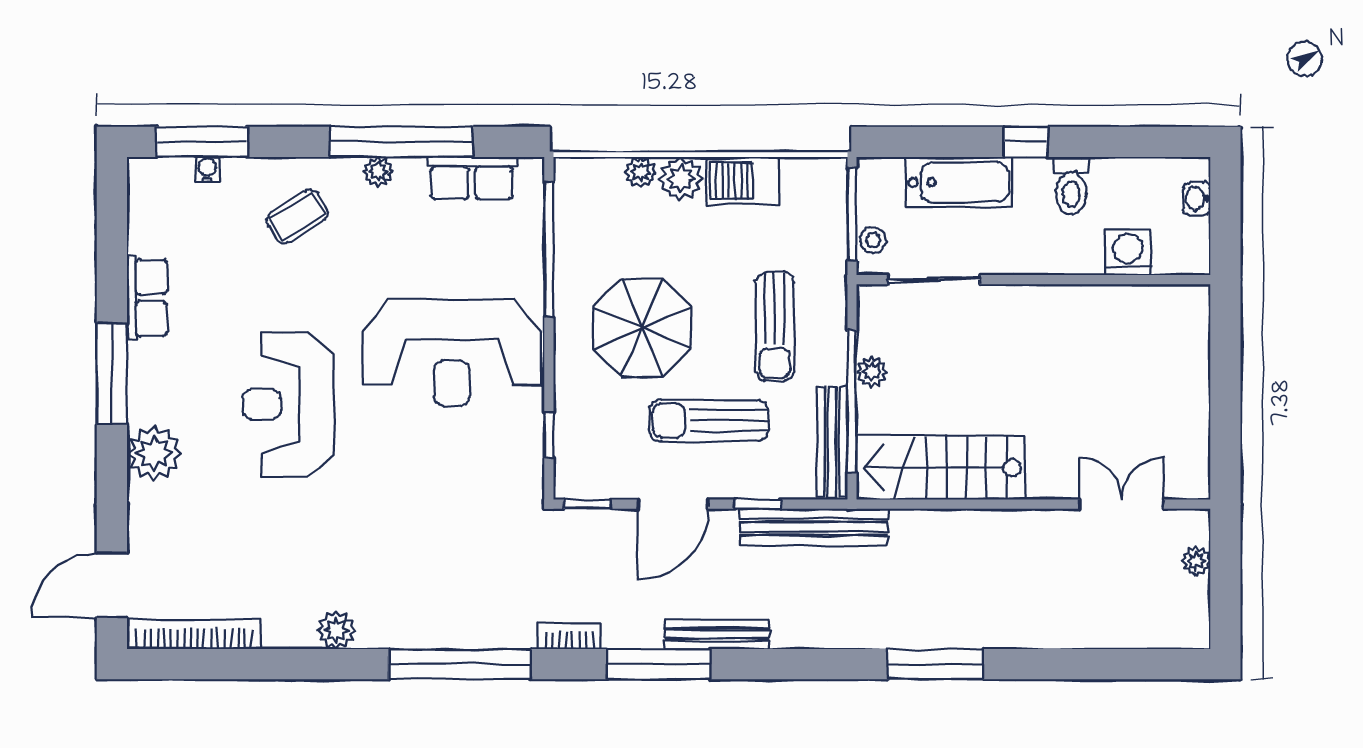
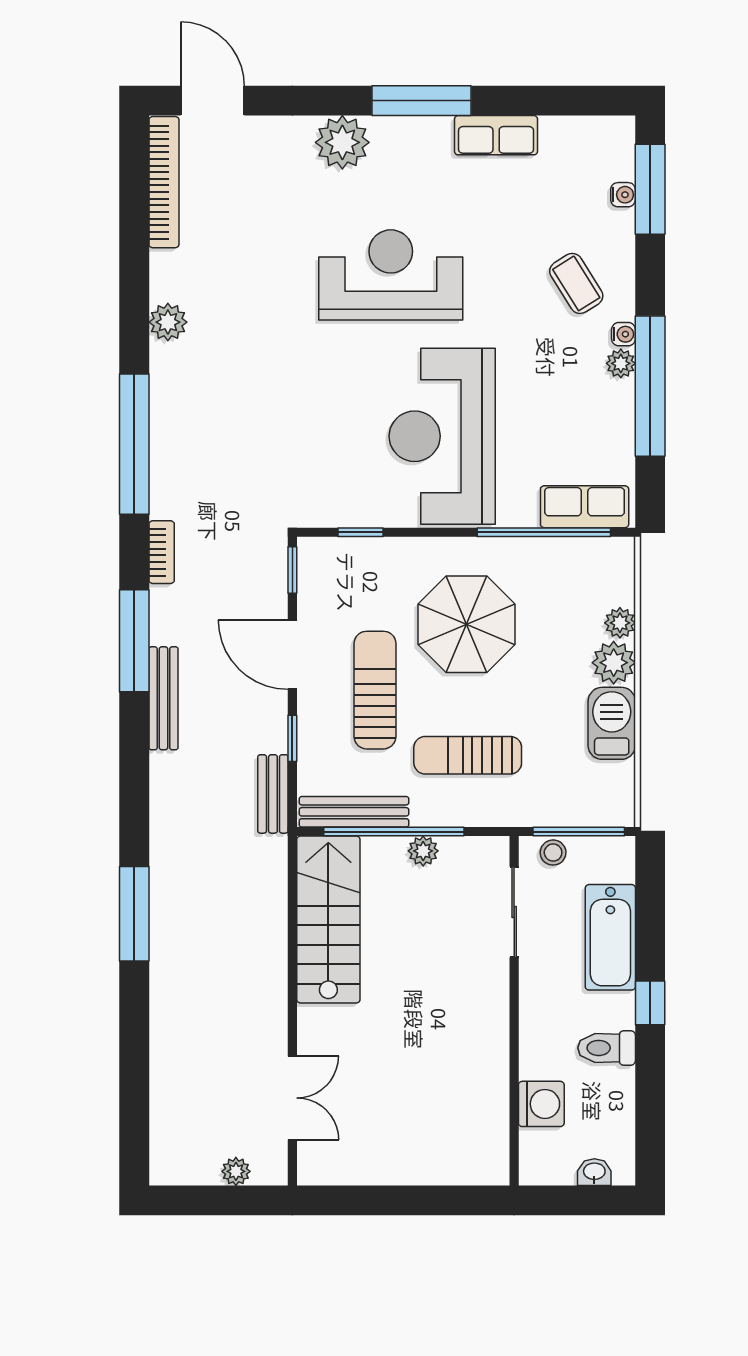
water cooler: (348, 169) -> (624, 334), added
row of seats: (472, 178) -> (585, 507), moved, turned 90
bench: (814, 527) -> (273, 794), width x0.54, depth x0.82

